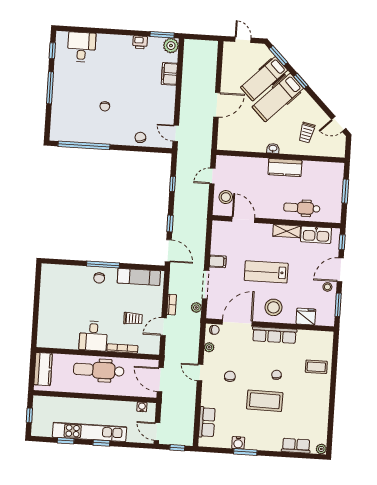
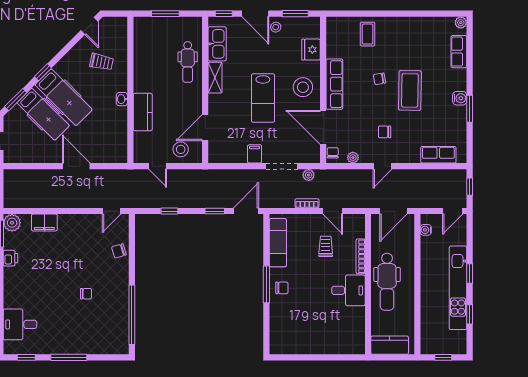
kitchen counter: (285, 167) -> (143, 112), moved
water cooler: (238, 443) -> (460, 98), moved

